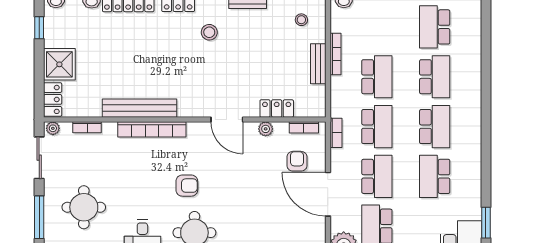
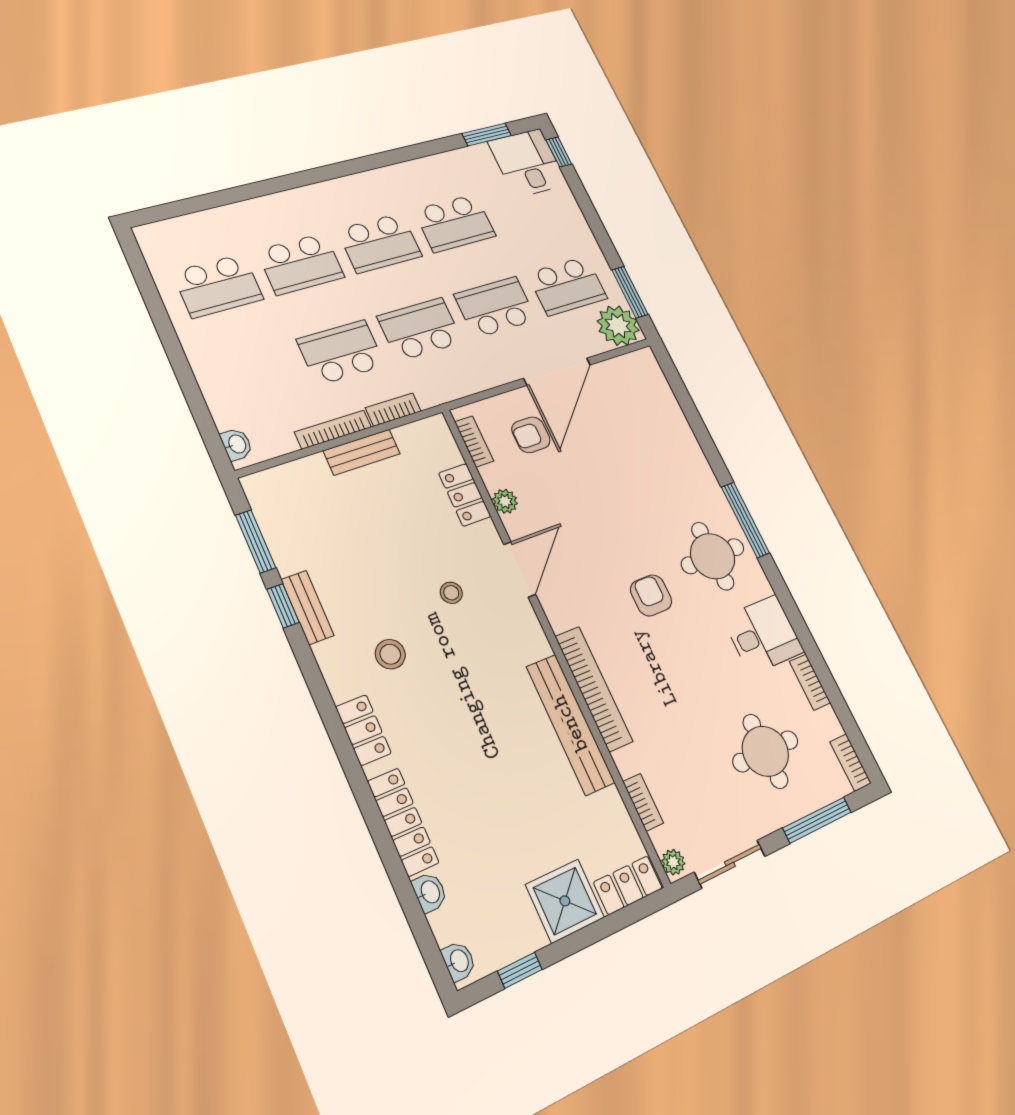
stool: (301, 20) -> (451, 593), moved
school desk: (435, 77) -> (301, 264), turned 180
school desk: (435, 127) -> (380, 243), turned 180
bookcase: (336, 133) -> (393, 409), moved

